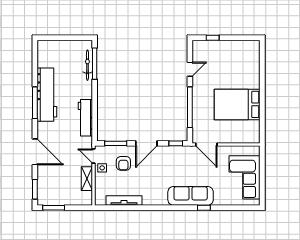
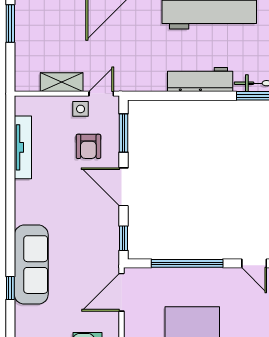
workbench: (85, 118) -> (200, 79), moved
armchair: (123, 163) -> (88, 146), turned -90

